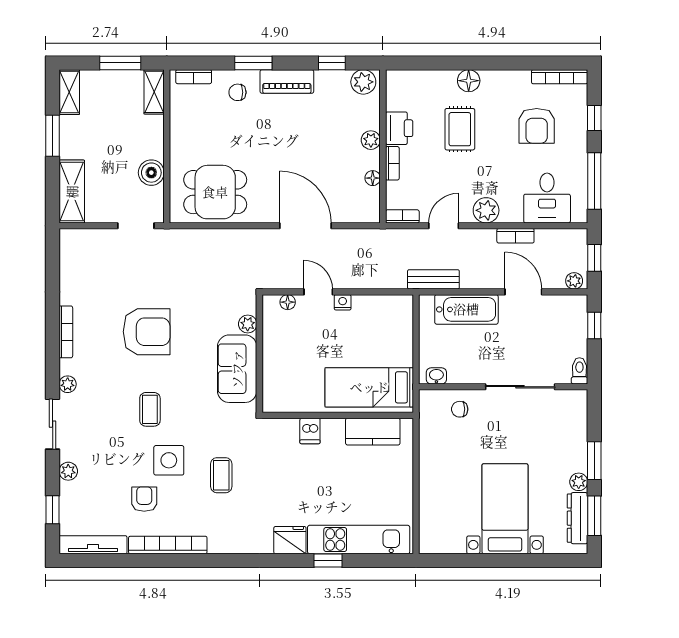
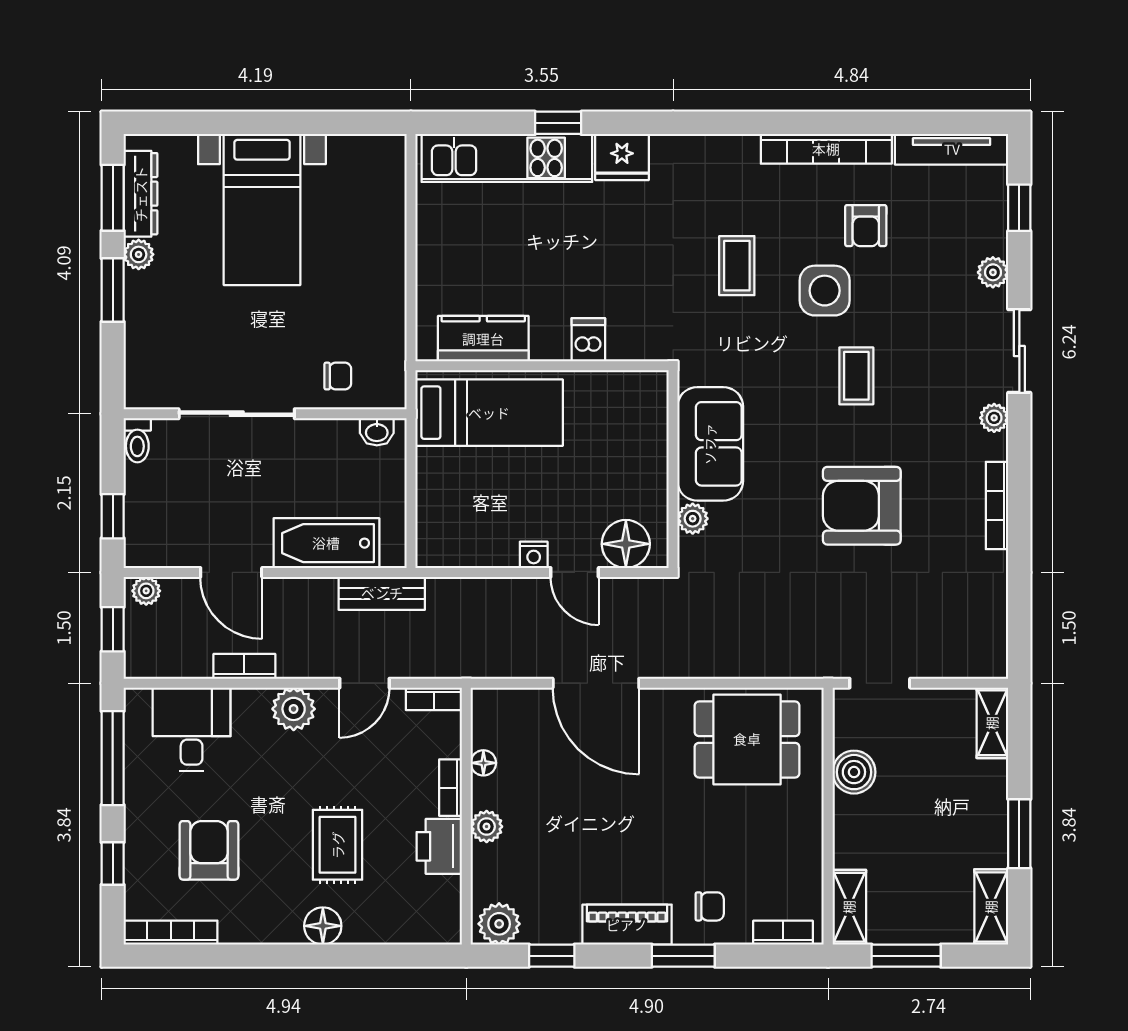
shelving: (72, 192) -> (992, 723), width x0.67, depth x0.75
floor lamp: (288, 302) -> (626, 544), width x1.89, depth x1.89

